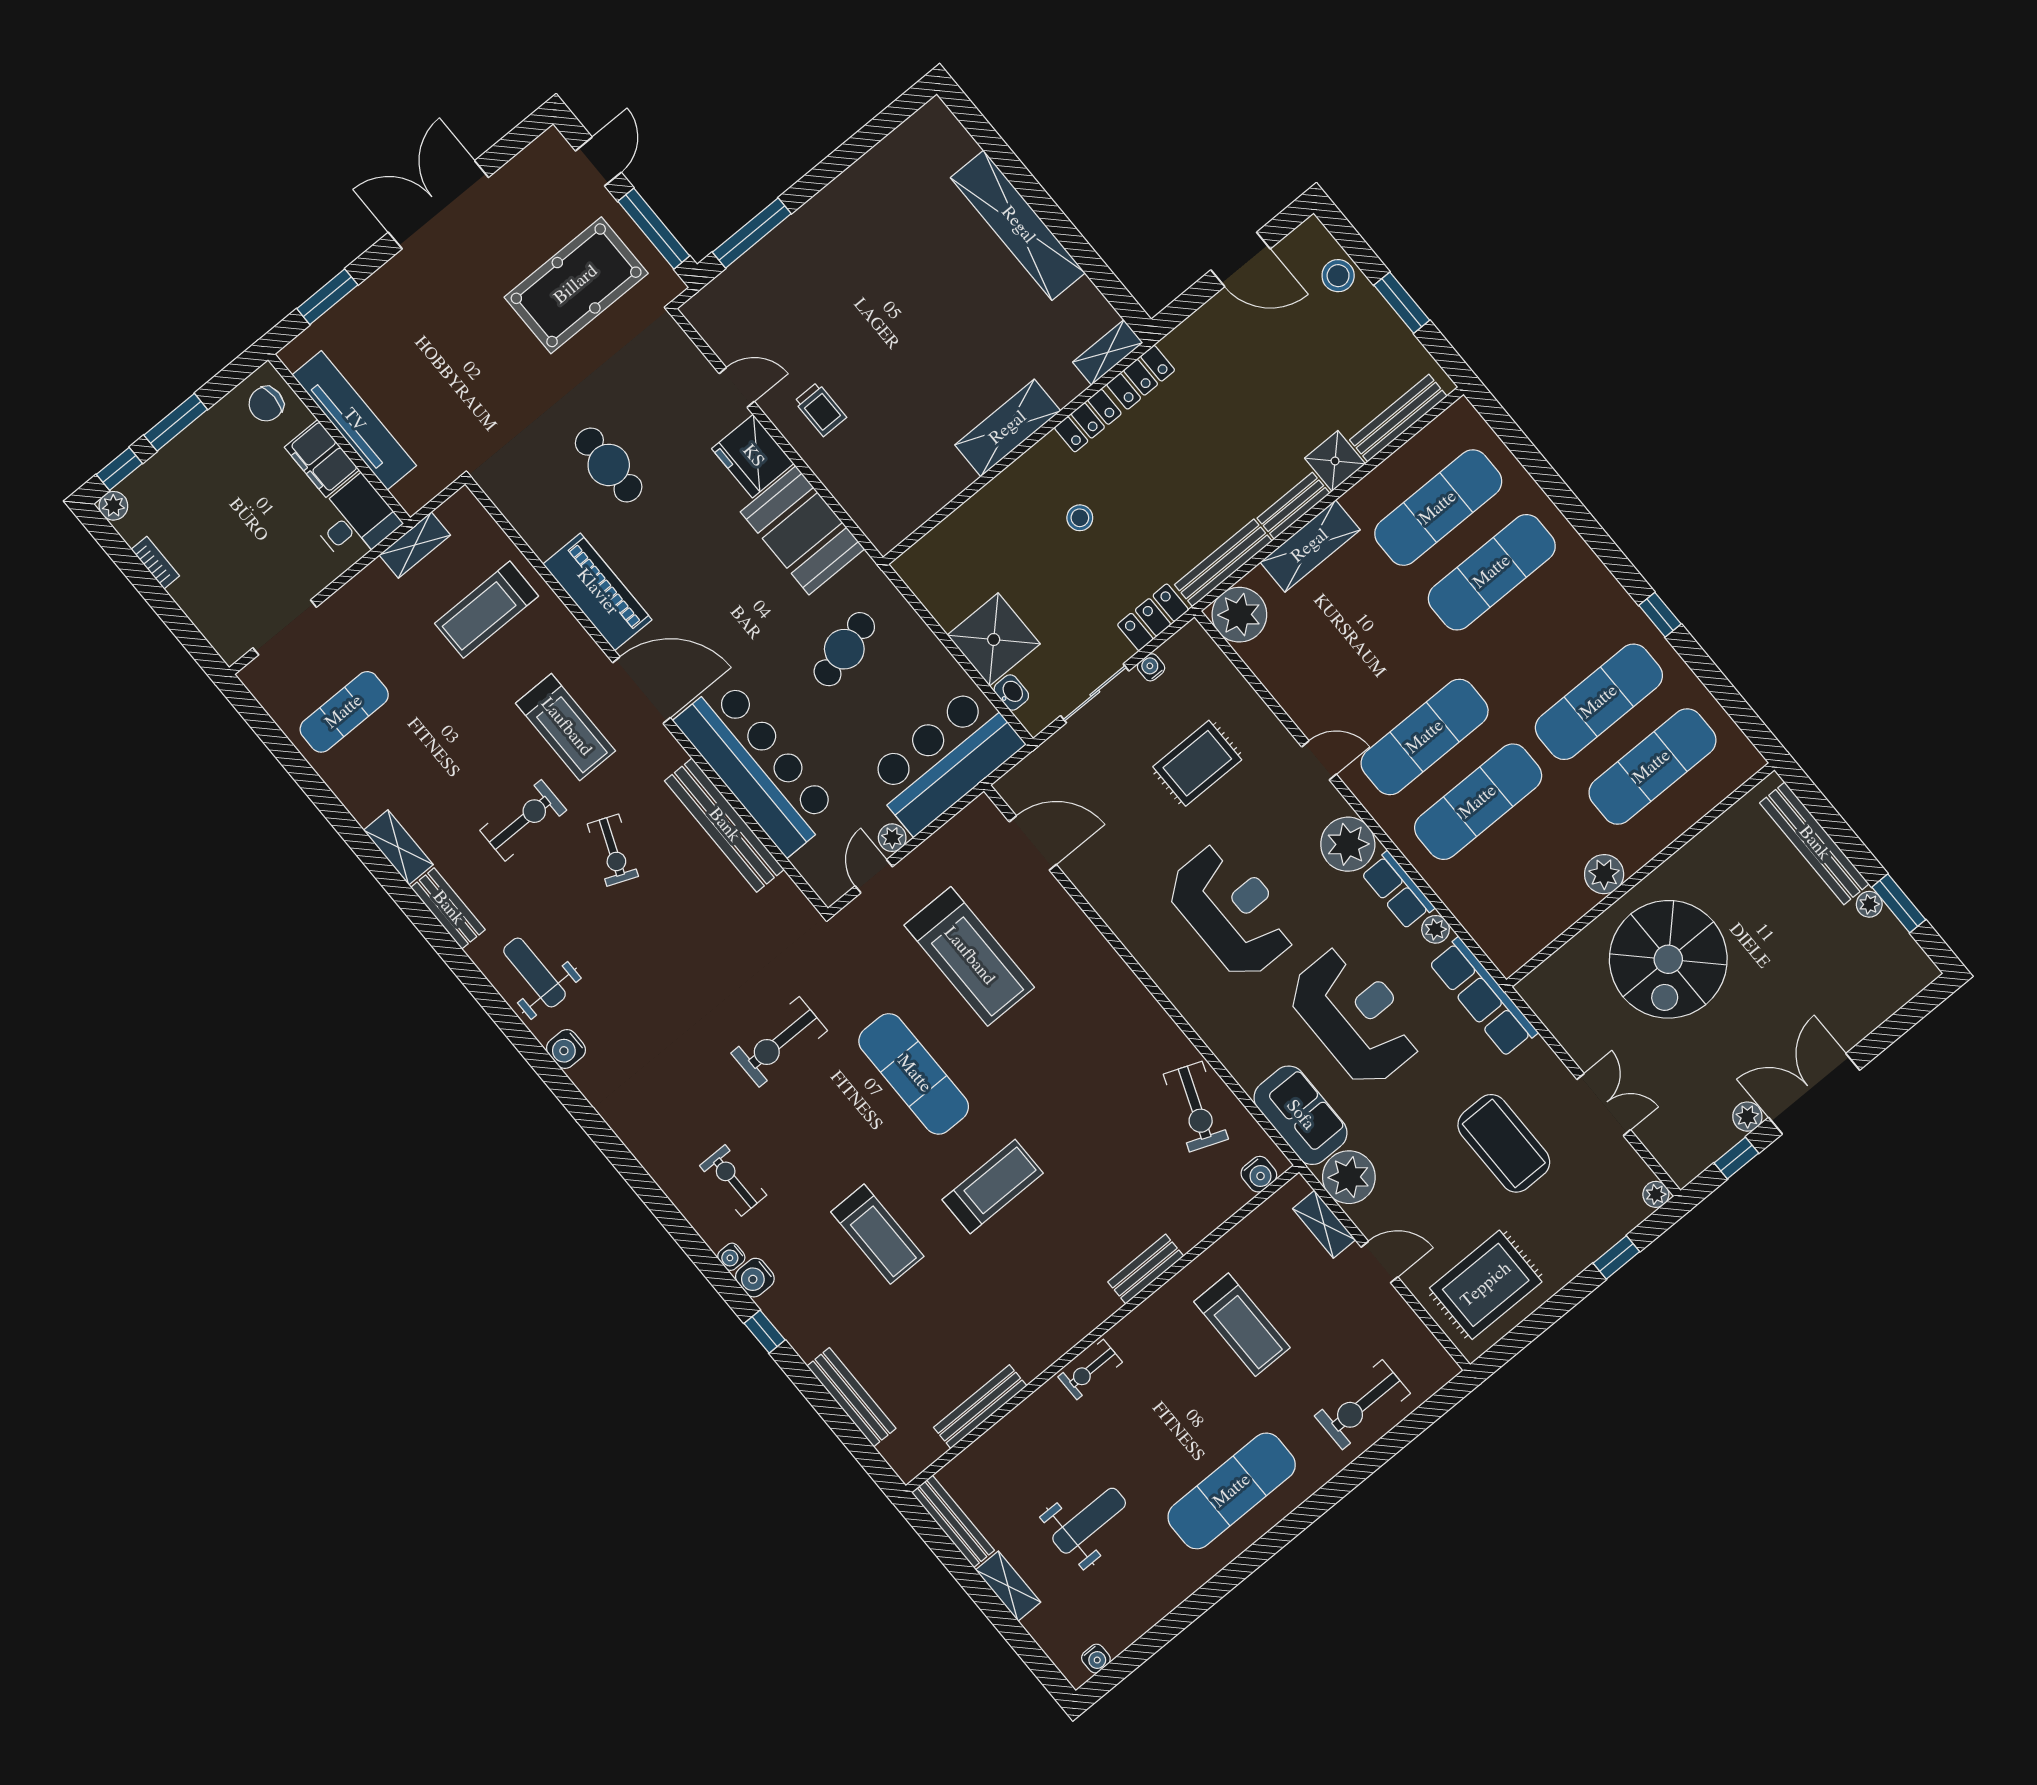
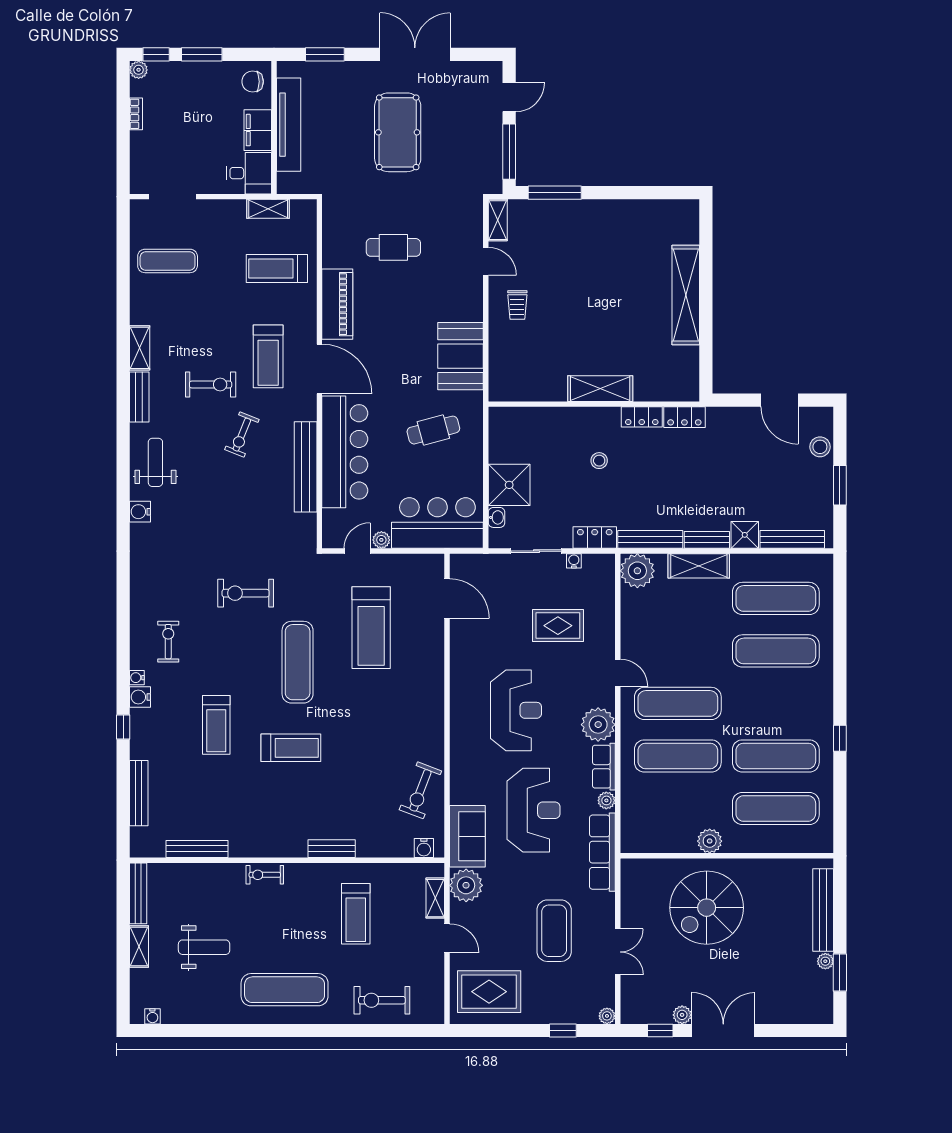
pool table: (576, 285) -> (398, 132), moved, turned 90
shelving: (1108, 352) -> (498, 220), moved, turned 90
fridge: (753, 456) -> (466, 301), removed
cafe table: (609, 465) -> (393, 247), turned 90

